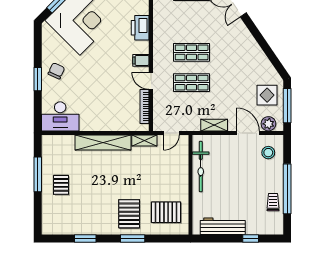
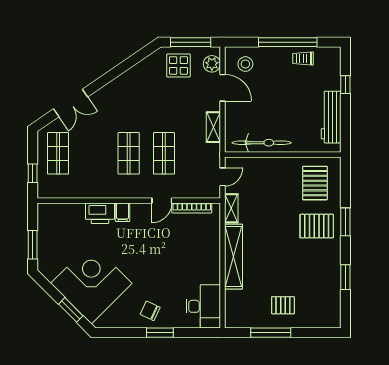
filing cabinet: (141, 60) -> (123, 212), moved
door: (171, 133) -> (223, 177), hinge flipped
door: (248, 133) -> (223, 88), swing flipped

